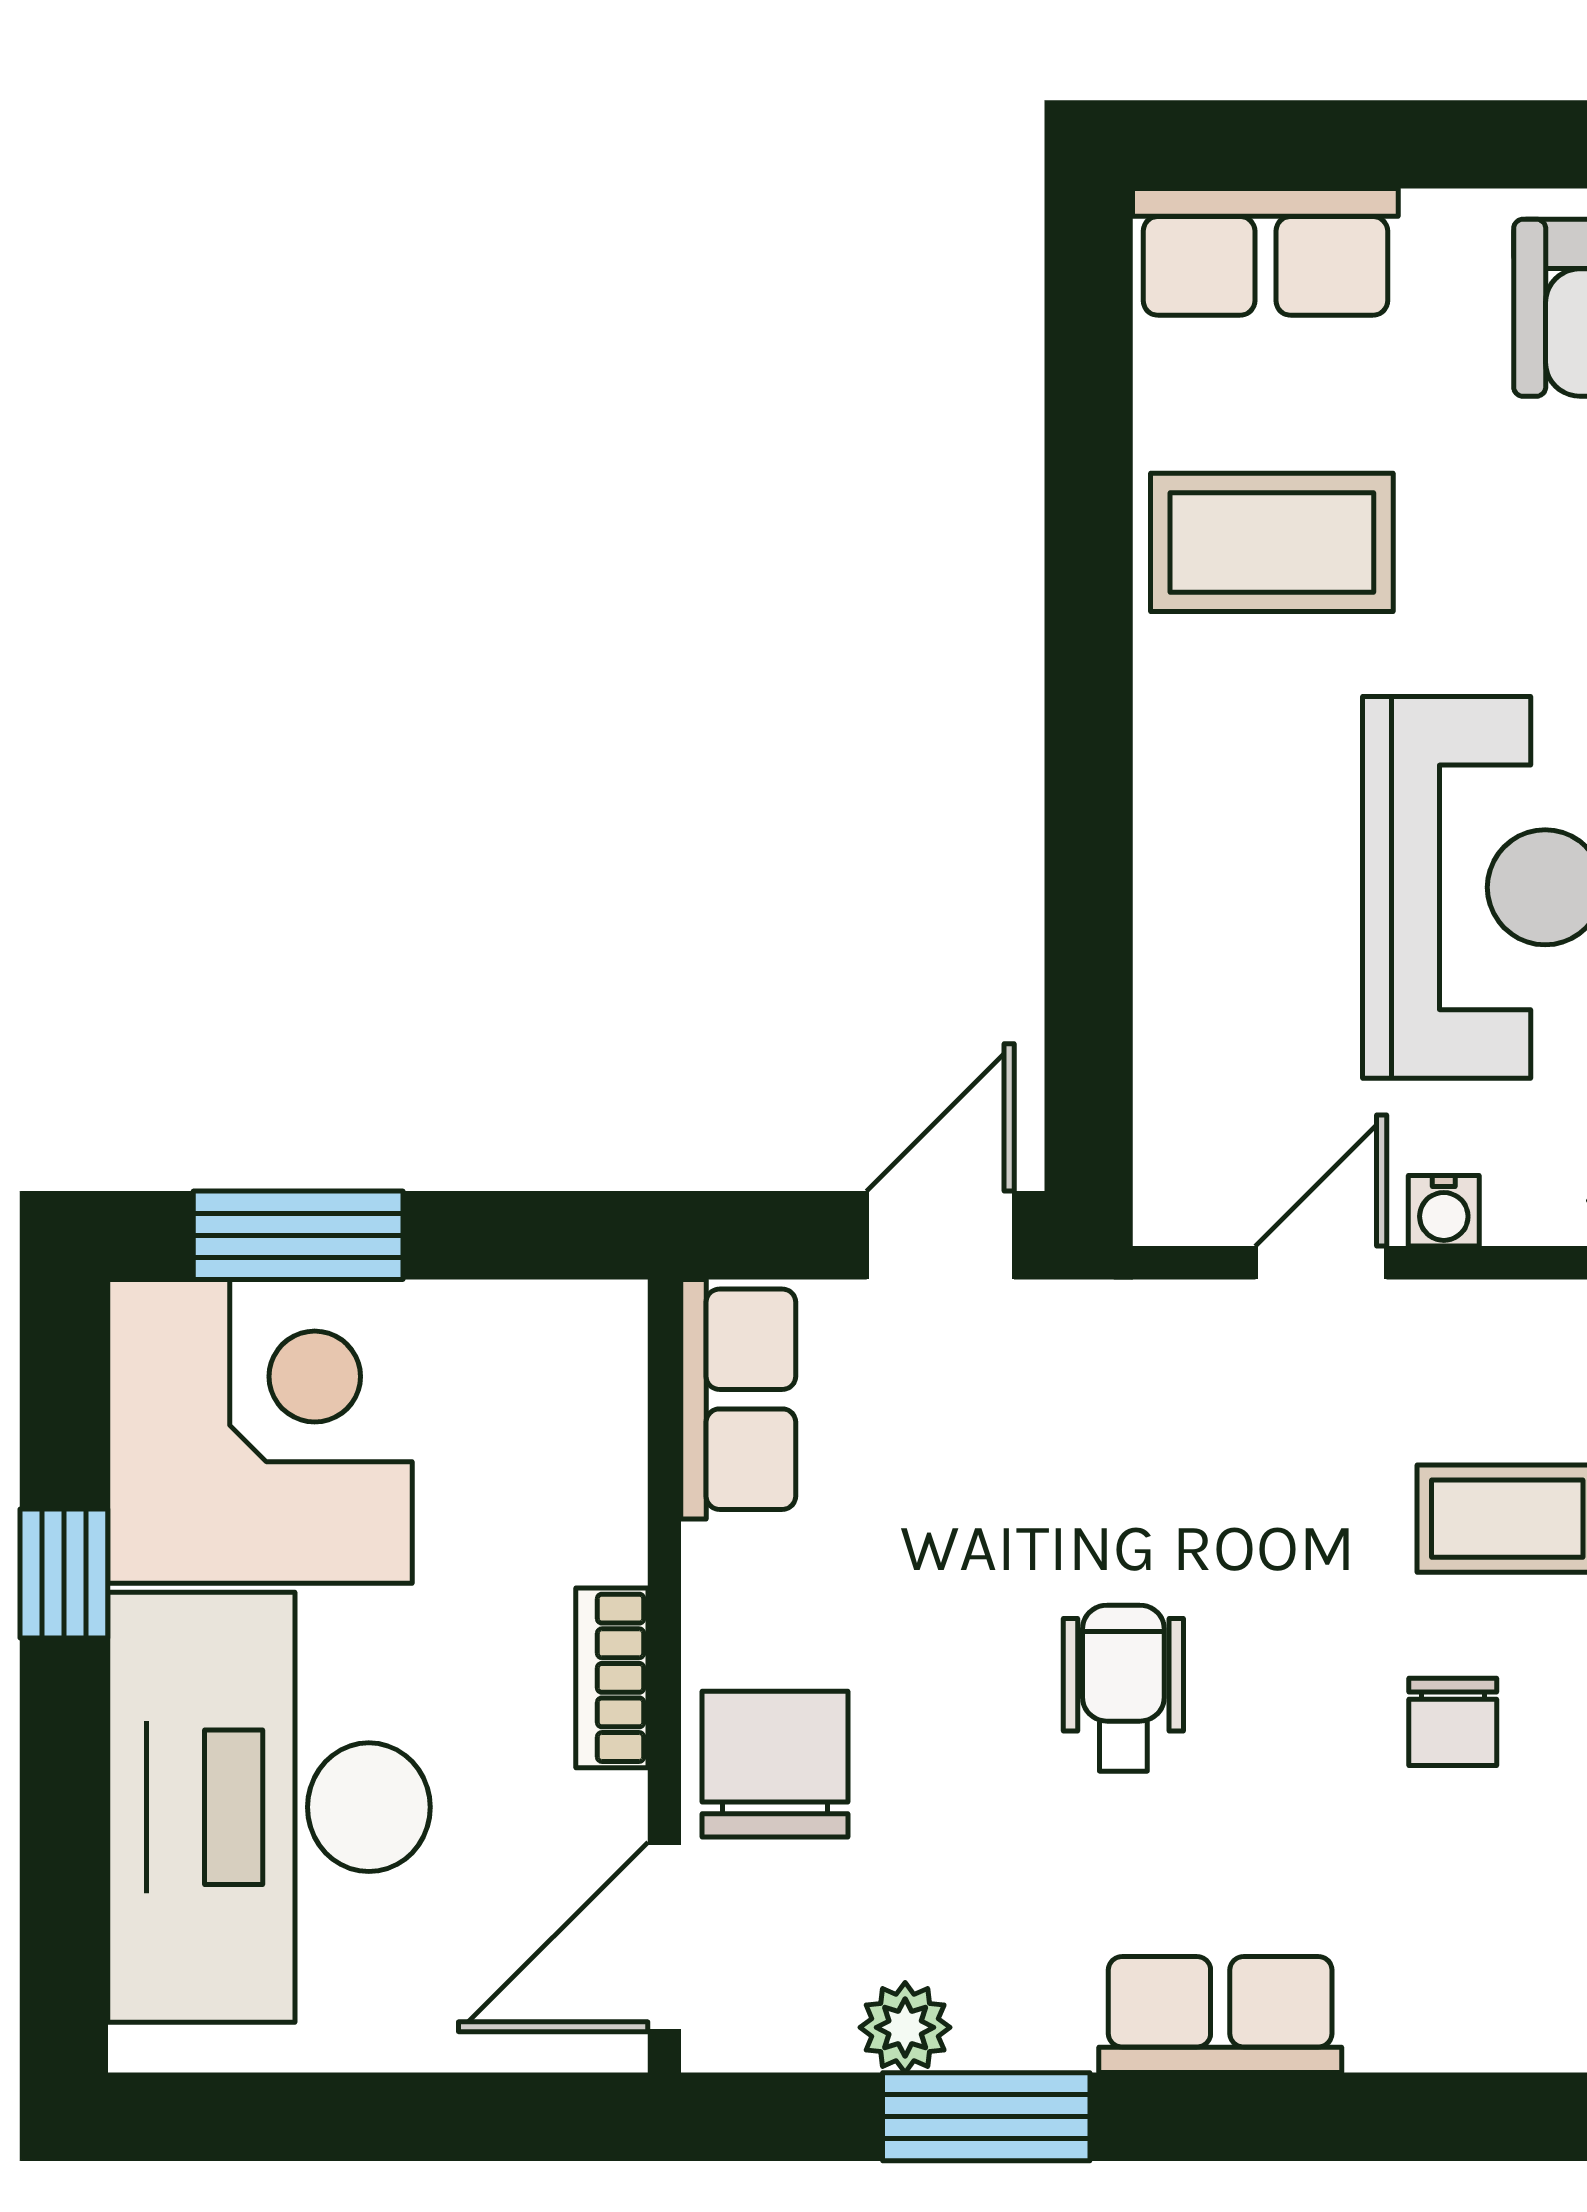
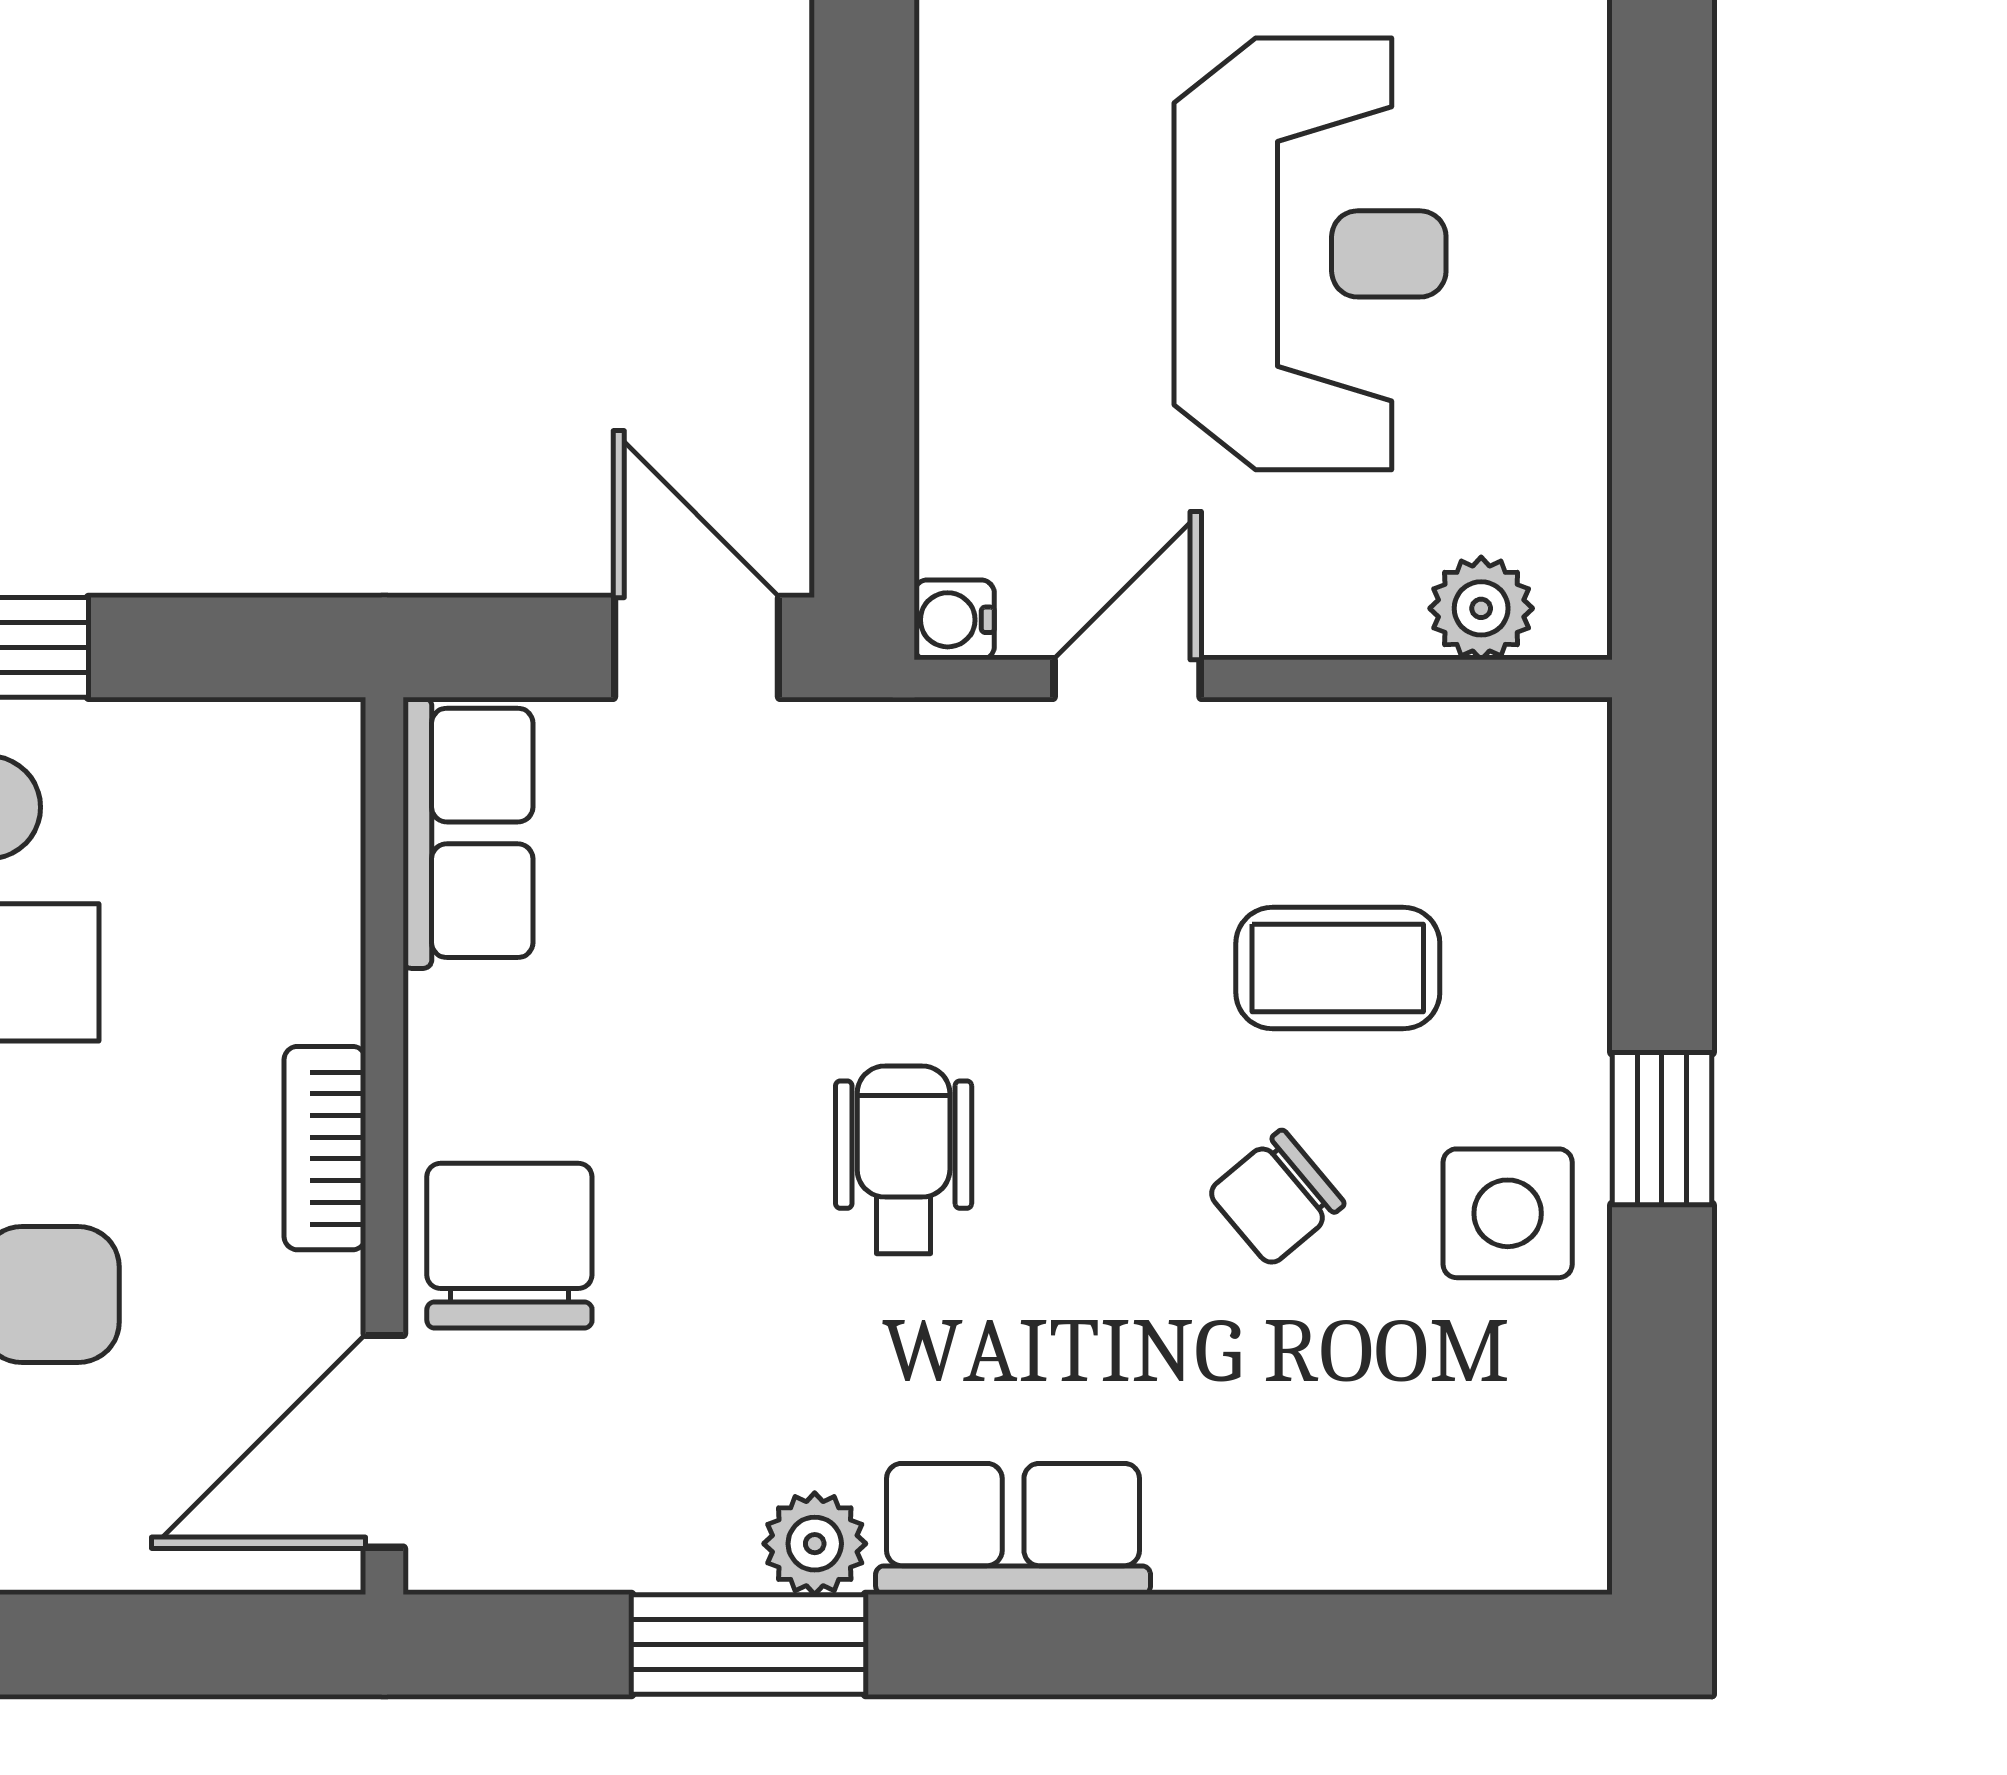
water cooler: (1444, 1211) -> (954, 620), moved, turned 90
door: (940, 1235) -> (697, 647), hinge flipped
chair: (1453, 1722) -> (1276, 1198), turned 50
plant: (905, 2027) -> (815, 1544), moved

